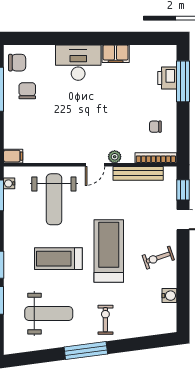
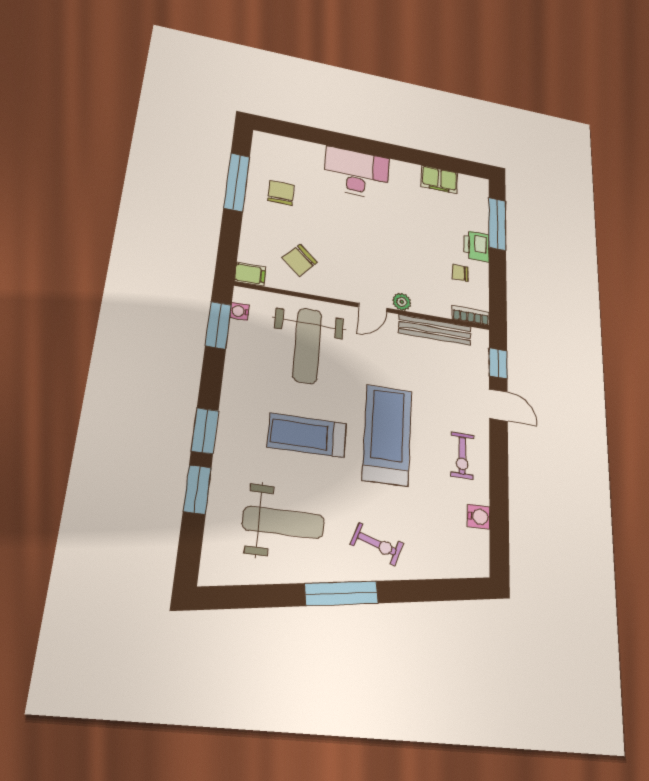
filing cabinet: (116, 54) -> (439, 180), moved
chair: (17, 63) -> (300, 260), moved, turned 132
printer: (167, 78) -> (476, 246), moved
bookcase: (156, 158) -> (471, 315), width x0.64
exercise bike: (158, 258) -> (462, 456), turned -71
exercise bike: (105, 320) -> (377, 544), turned 109

